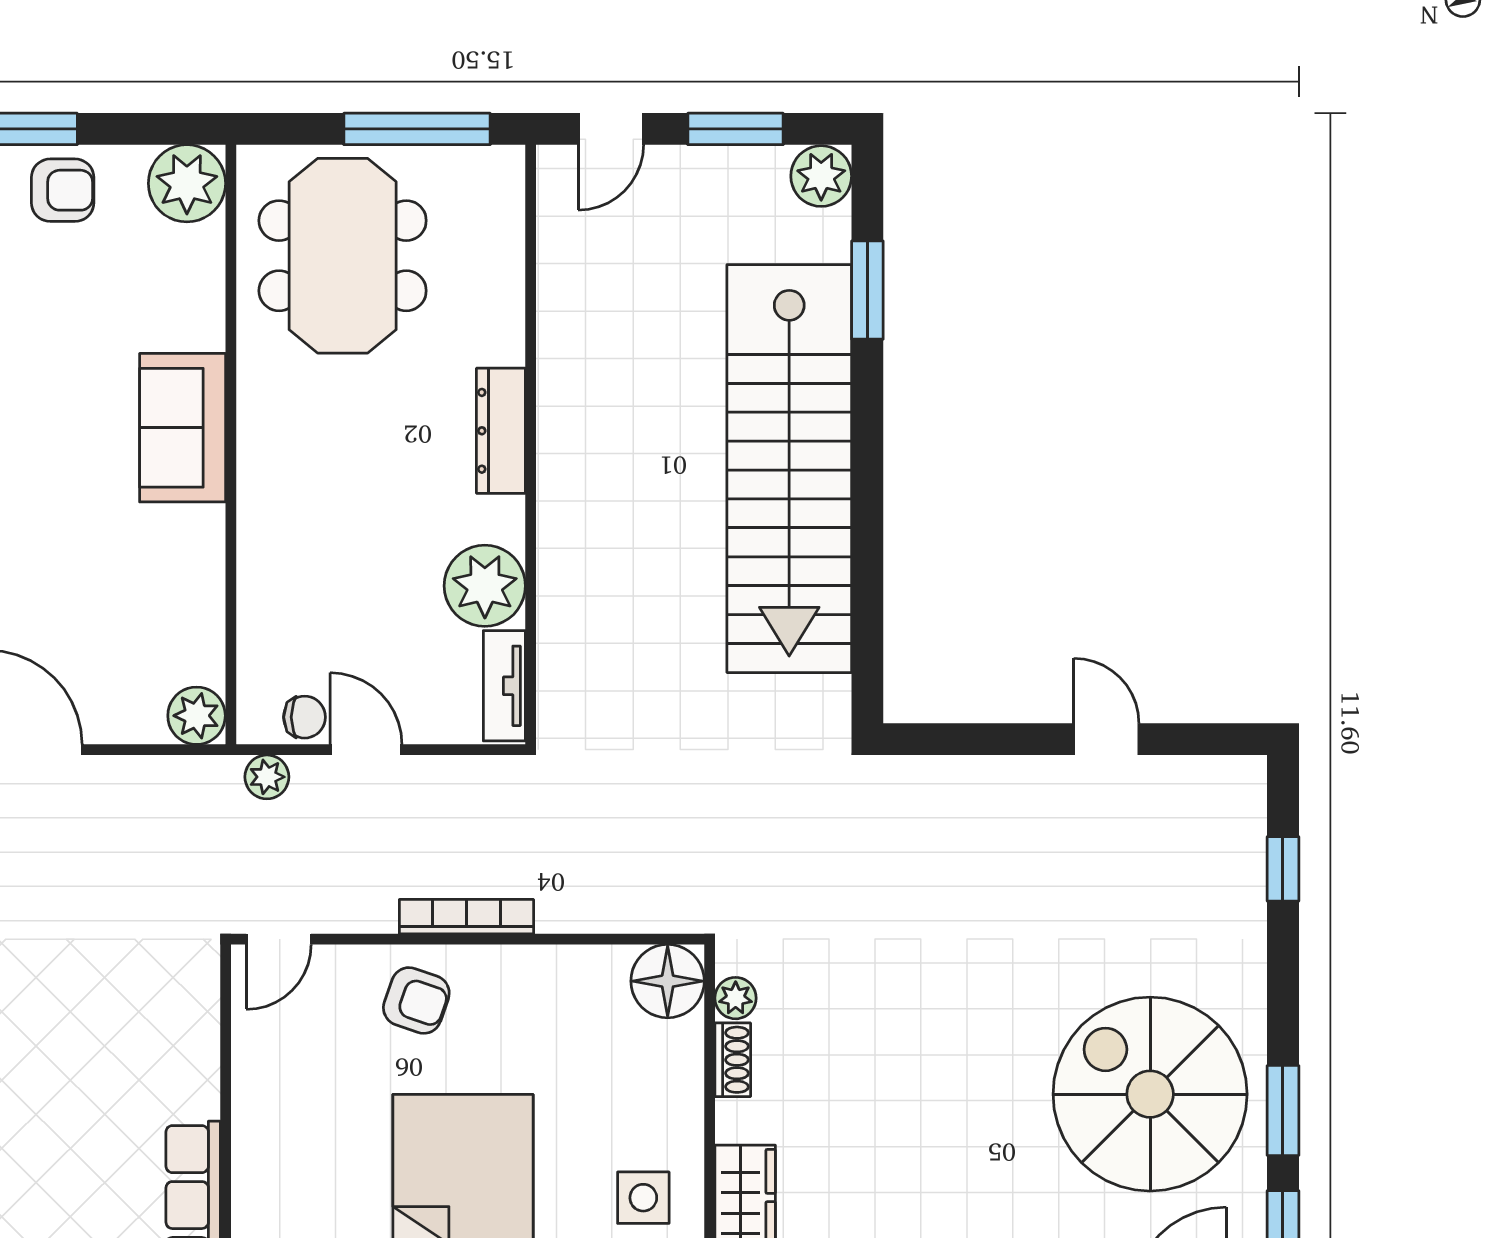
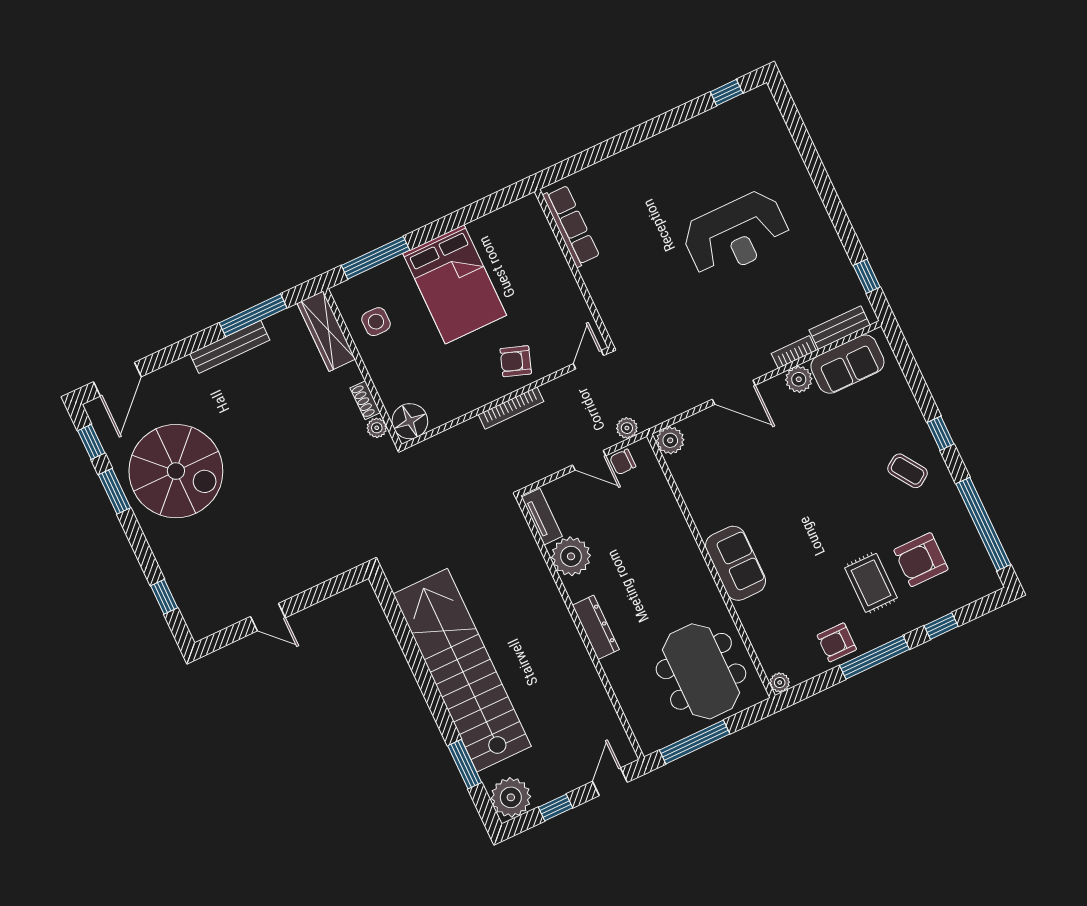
window: (736, 129) -> (555, 807), width x0.67
plant: (821, 176) -> (511, 797), width x1.36, depth x1.36
plant: (187, 183) -> (780, 682), width x0.53, depth x0.53

